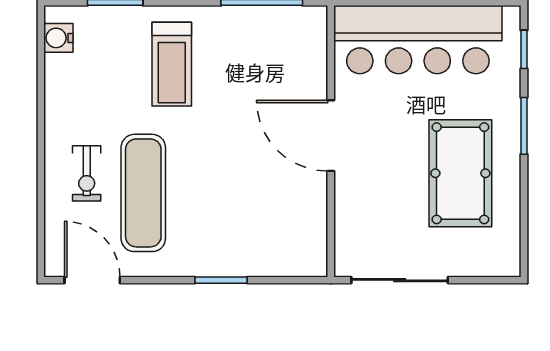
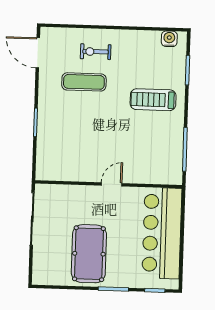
door: (331, 136) -> (112, 184), width x0.53
pool table: (460, 173) -> (89, 254), turned 90
exercise mat: (143, 193) -> (84, 82), width x0.73, depth x0.69
door: (92, 280) -> (38, 53), swing flipped

